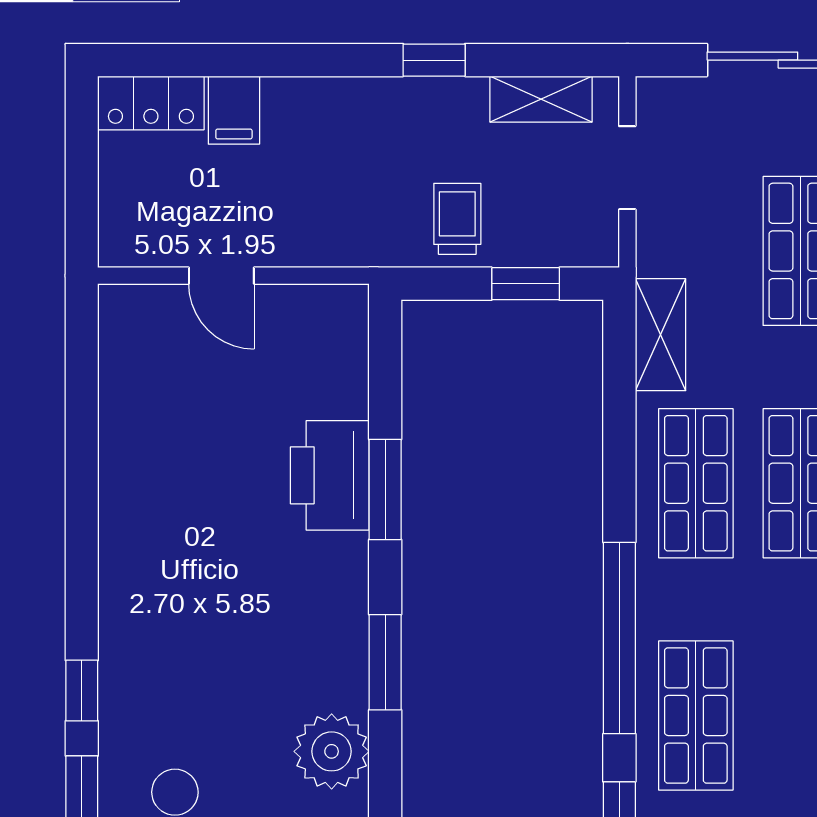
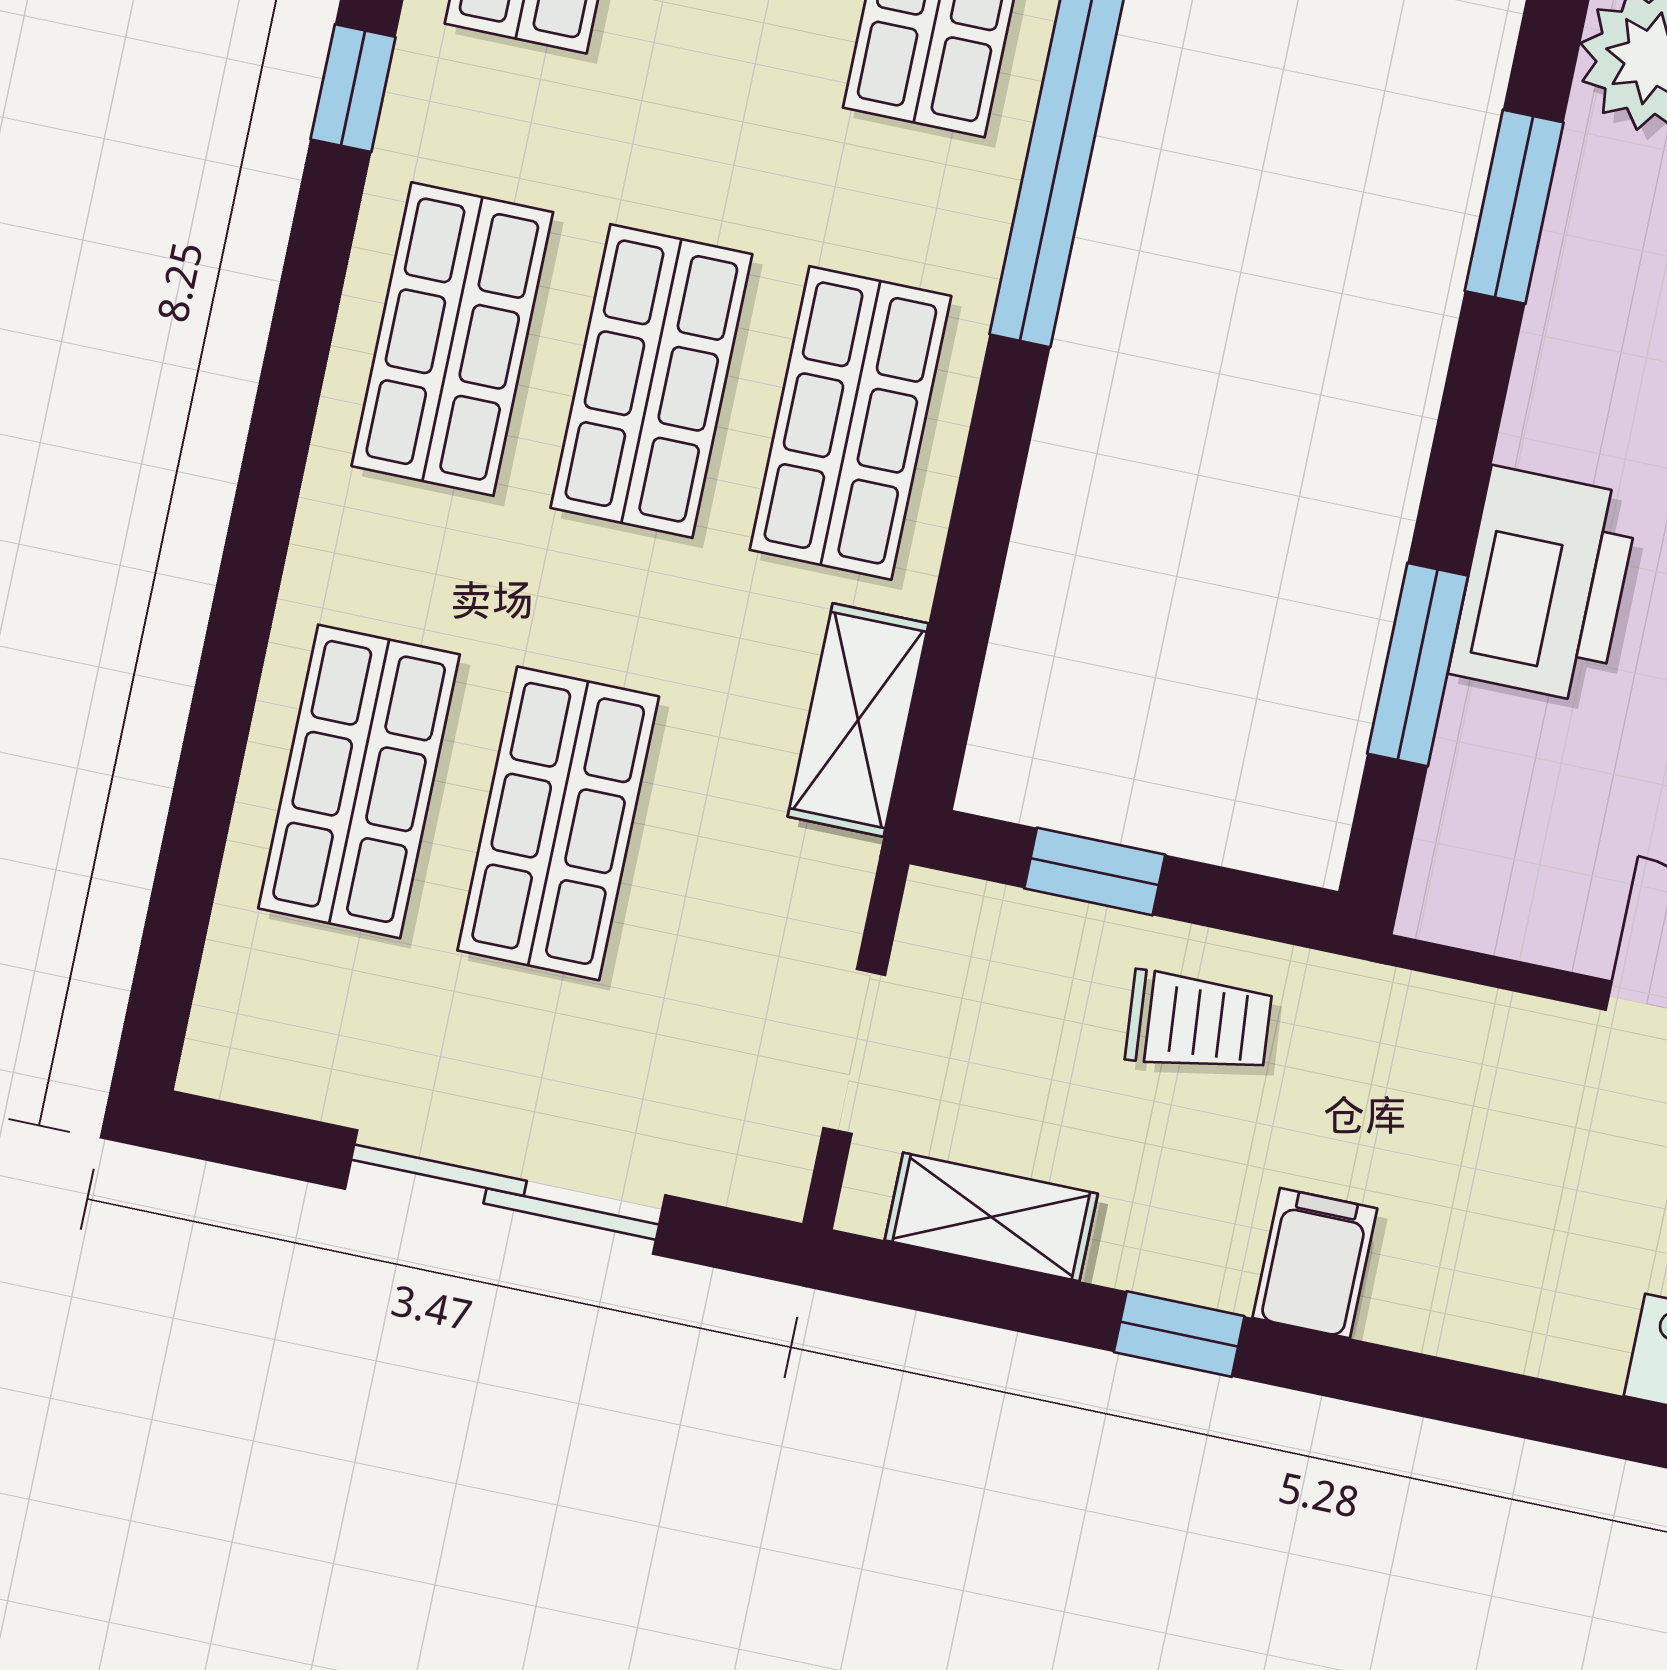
filing cabinet: (234, 110) -> (1315, 1263), moved
trolley: (457, 219) -> (1199, 1022), turned -95
window: (385, 490) -> (1418, 665), moved

